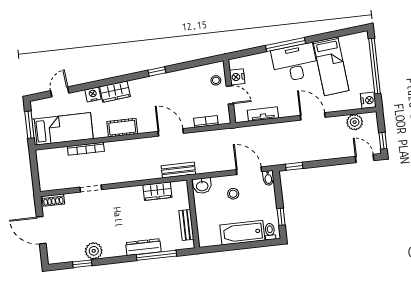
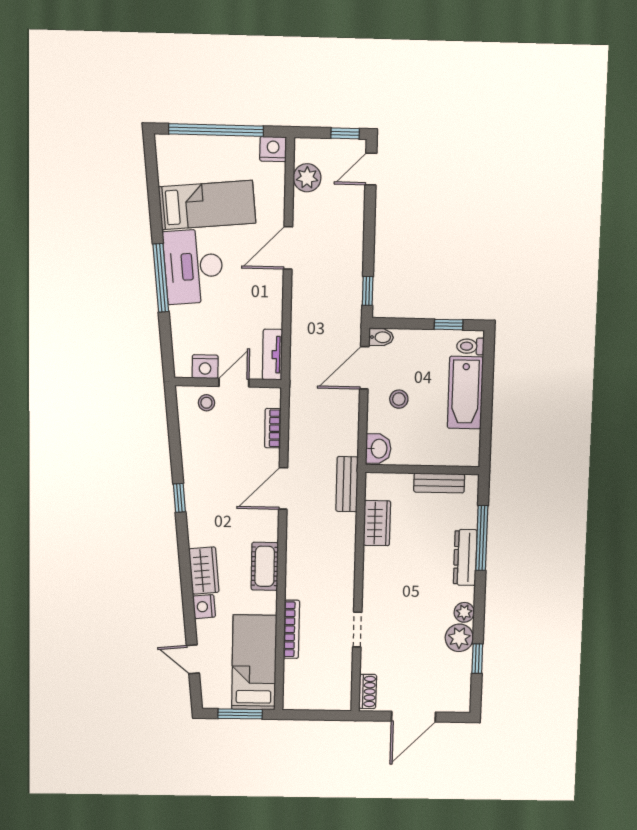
tv unit: (263, 114) -> (272, 355), moved
plant: (110, 251) -> (464, 612), added

